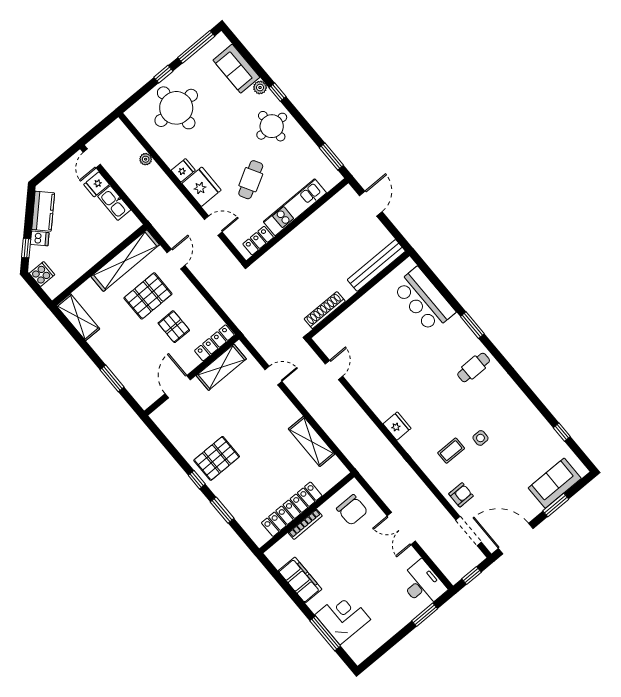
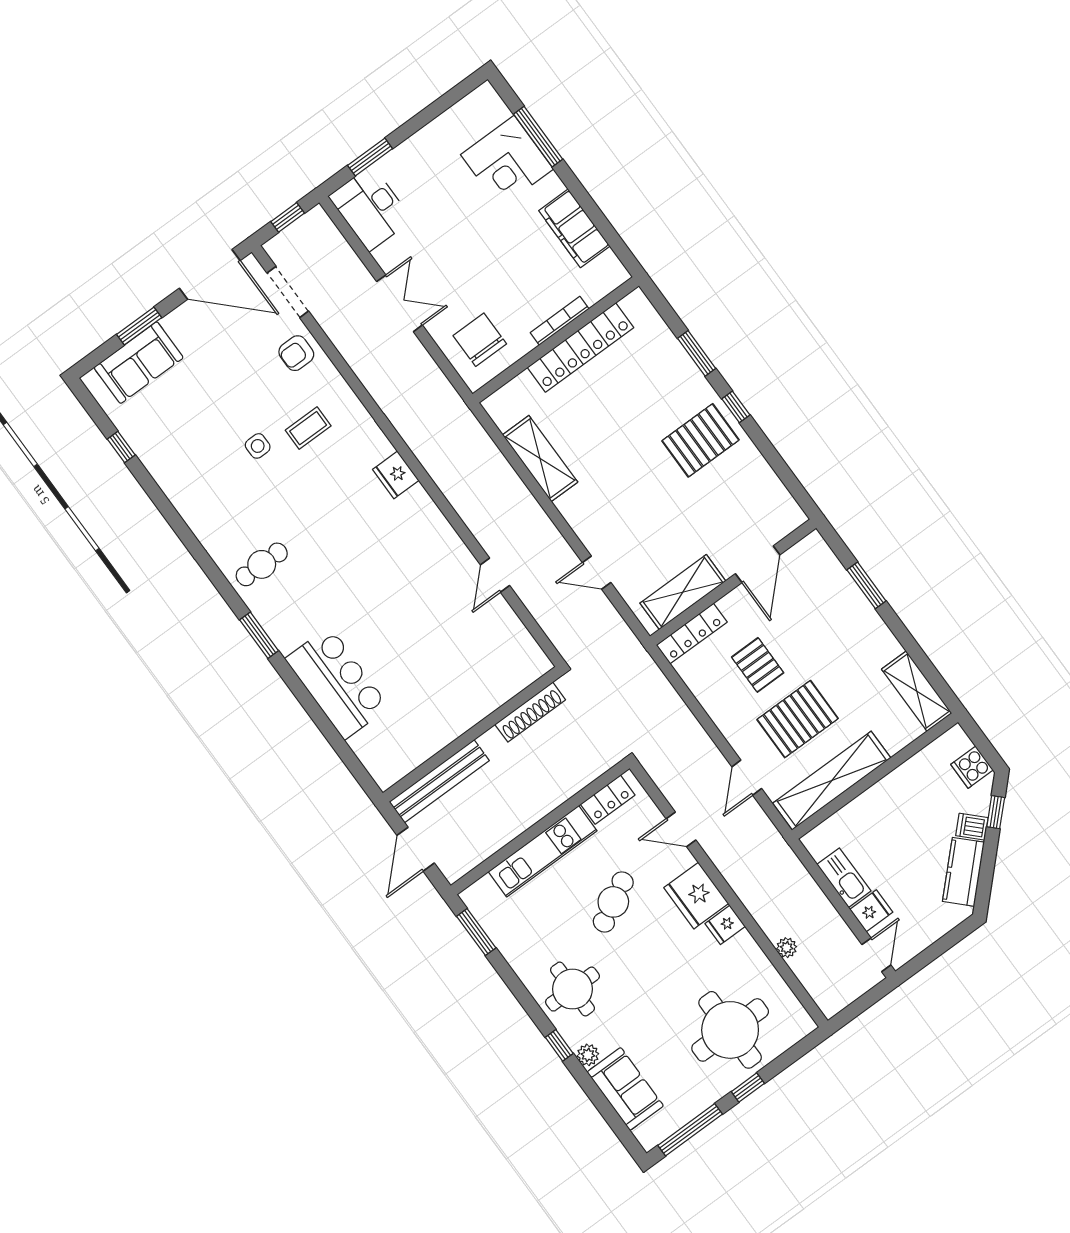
bench: (376, 265) -> (439, 781), moved
wall: (358, 295) -> (472, 734), moved
shoe rack: (325, 310) -> (530, 712), moved

